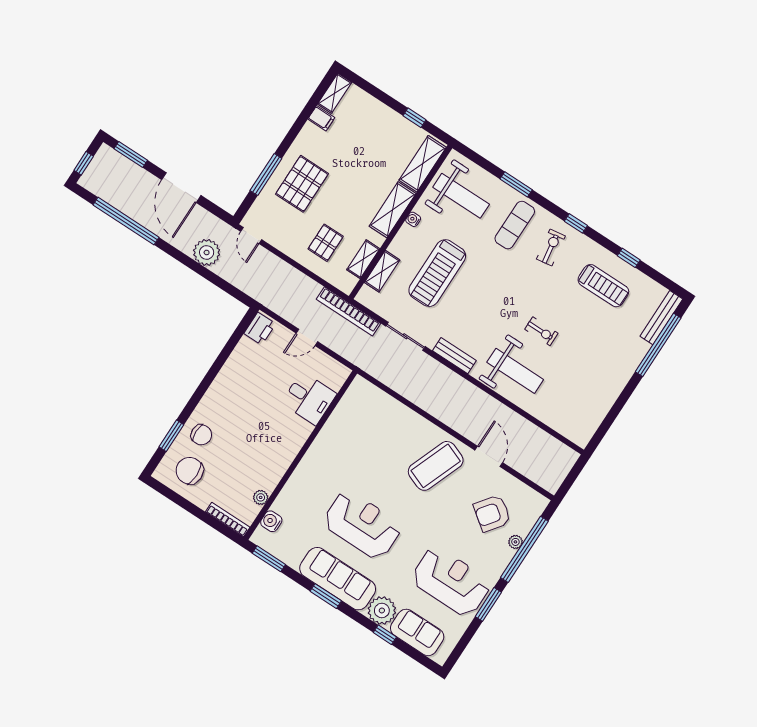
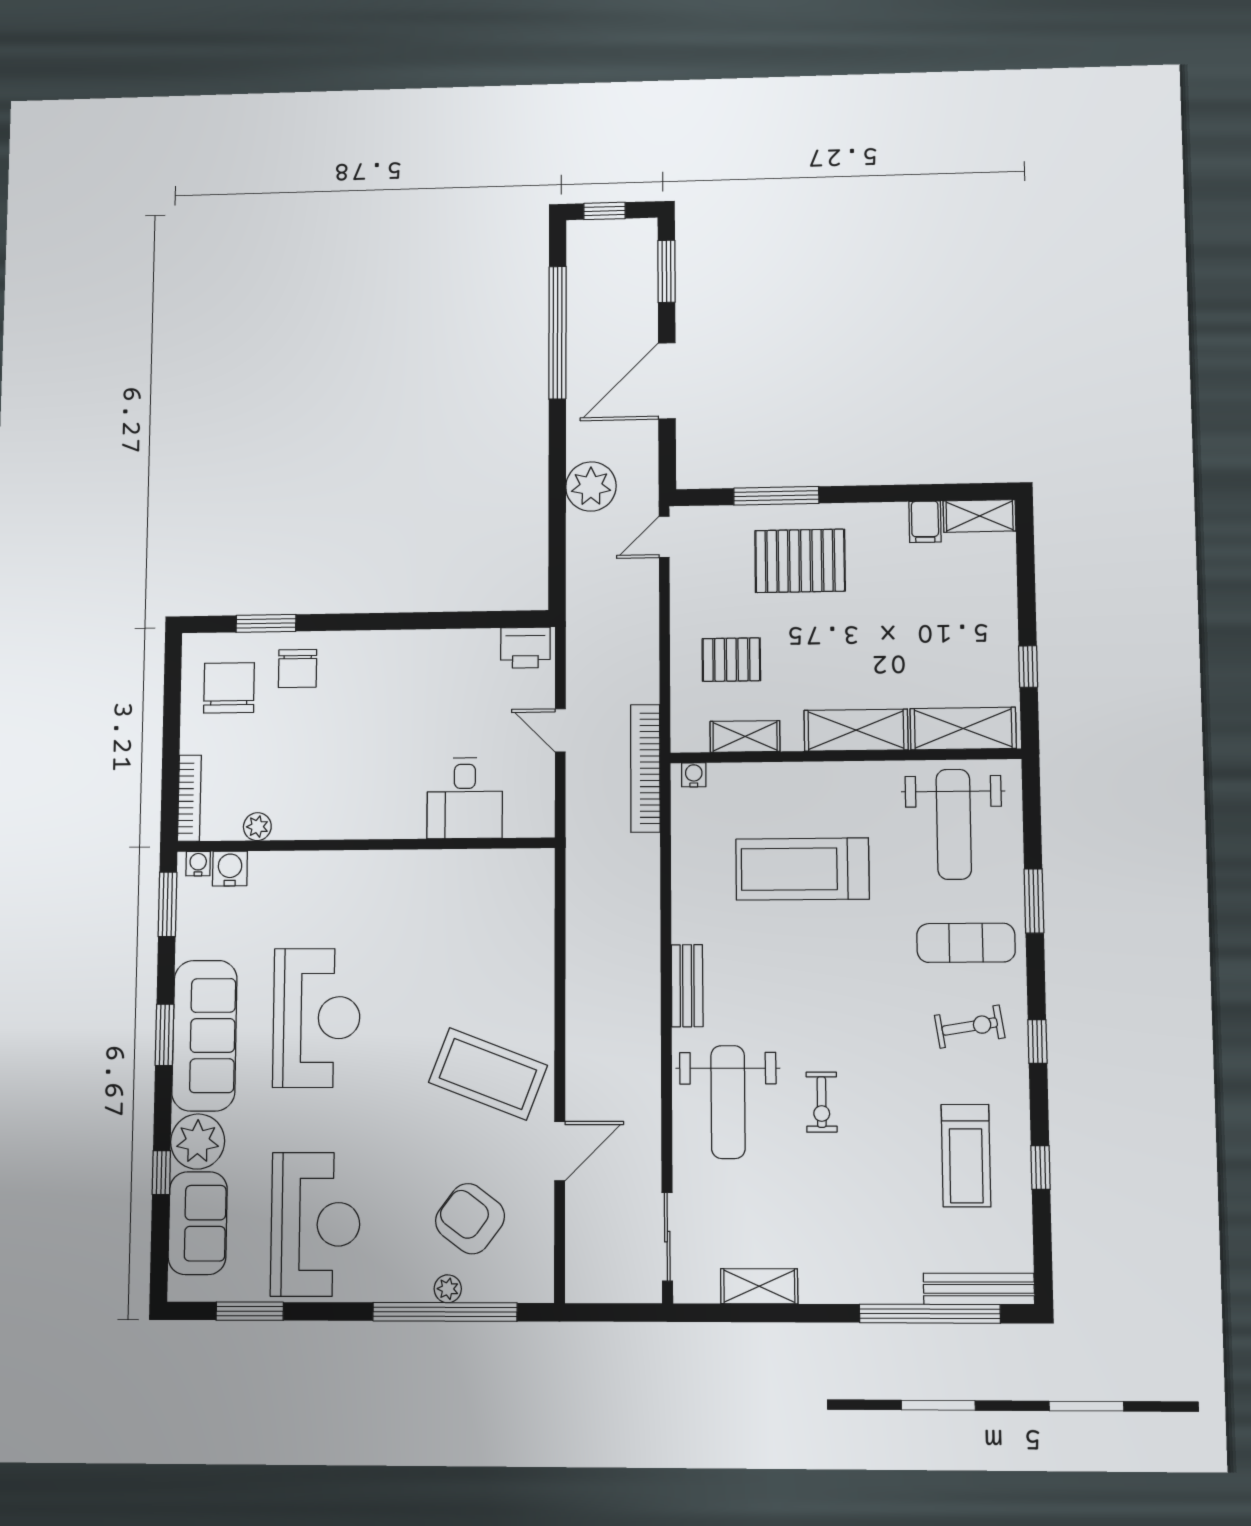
water cooler: (413, 219) -> (694, 775), moved
shelving: (382, 271) -> (759, 1286), moved
sliding door: (405, 336) -> (667, 1237), moved
water cooler: (260, 534) -> (198, 864), added
window: (488, 604) -> (250, 1311), moved

